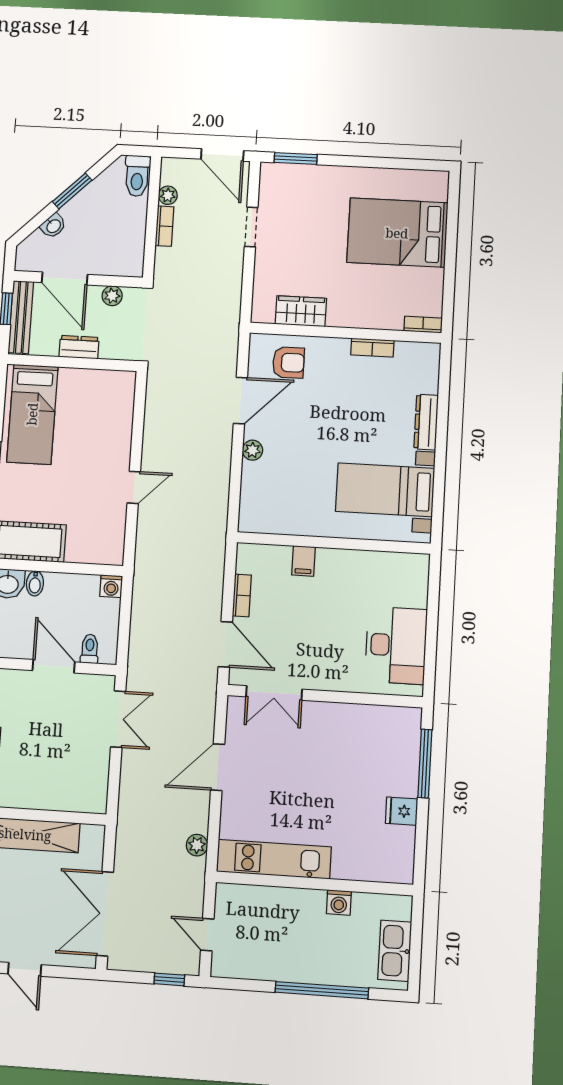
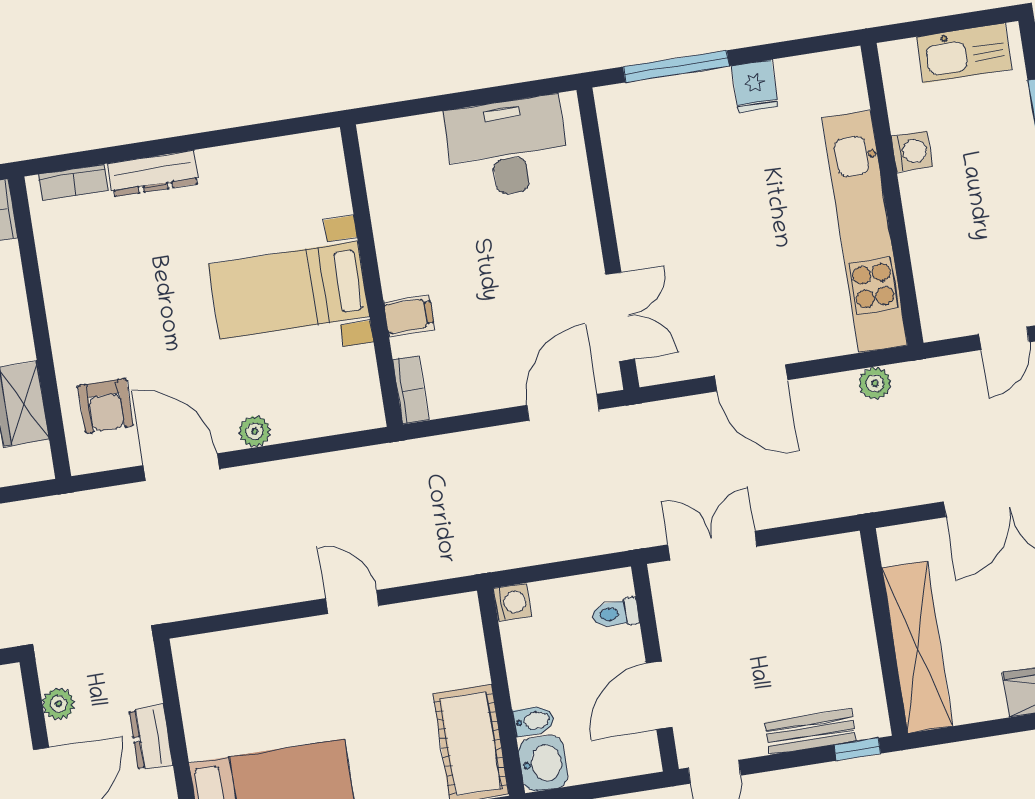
bookcase: (372, 348) -> (73, 182), moved, turned 90
armchair: (288, 363) -> (106, 406), turned 180
bed with nightstands: (385, 490) -> (289, 290), moved, turned 90
bookcase: (242, 595) -> (410, 390), moved, turned 90
door: (54, 666) -> (659, 695), moved
kitchen unit: (274, 859) -> (865, 232), width x1.36

